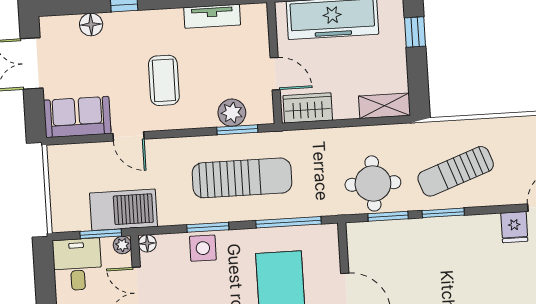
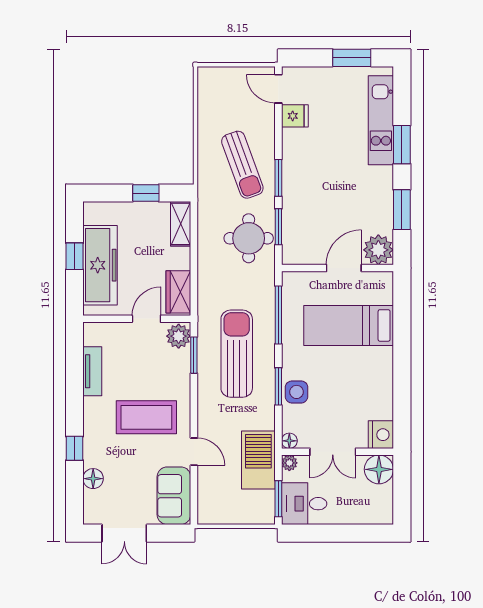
window: (415, 32) -> (146, 193), moved
coffee table: (164, 80) -> (146, 417), width x1.36, depth x1.32
plant: (232, 113) -> (179, 336), moved
door: (128, 136) -> (194, 452), hinge flipped
window: (101, 234) -> (278, 499), moved

